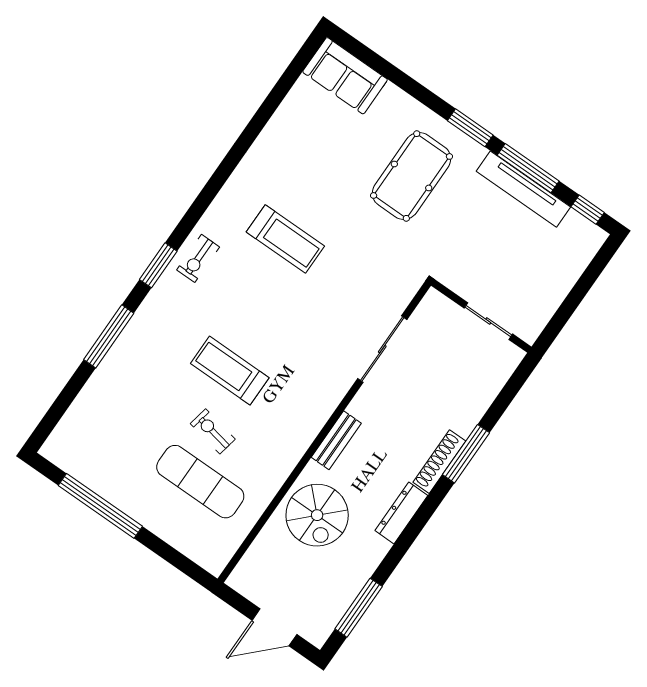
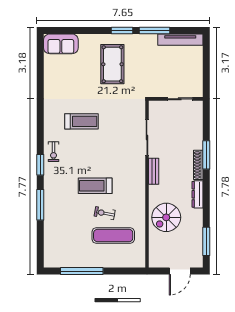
tv unit: (523, 189) -> (180, 40), moved
window: (588, 210) -> (188, 31), removed
bench: (336, 440) -> (154, 171), moved
spiral stairs: (317, 515) -> (166, 217), turned 90

